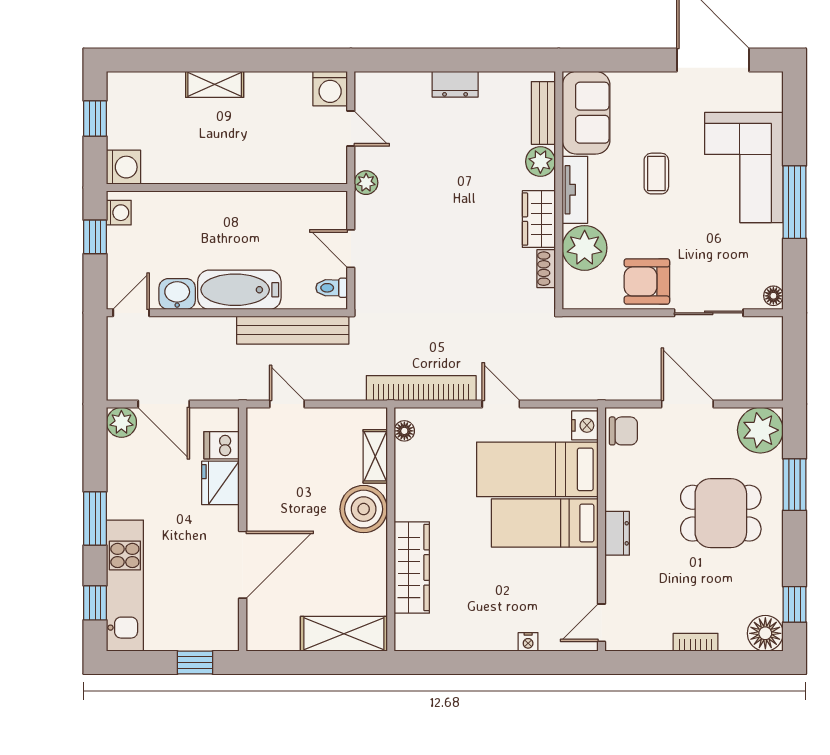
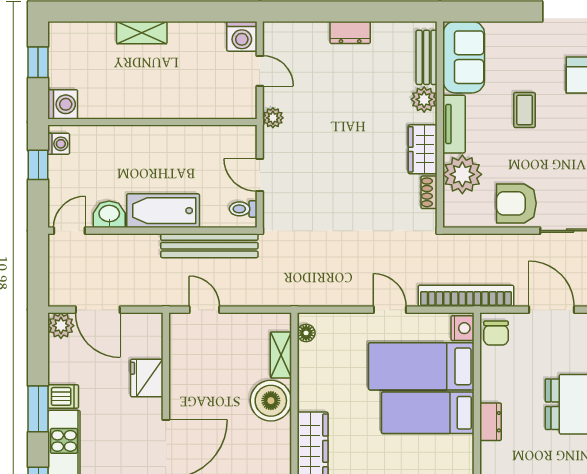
bookcase: (421, 388) -> (466, 296), moved
chair: (623, 431) -> (496, 333), turned 90
dishwasher: (222, 445) -> (63, 396), moved, turned 180

